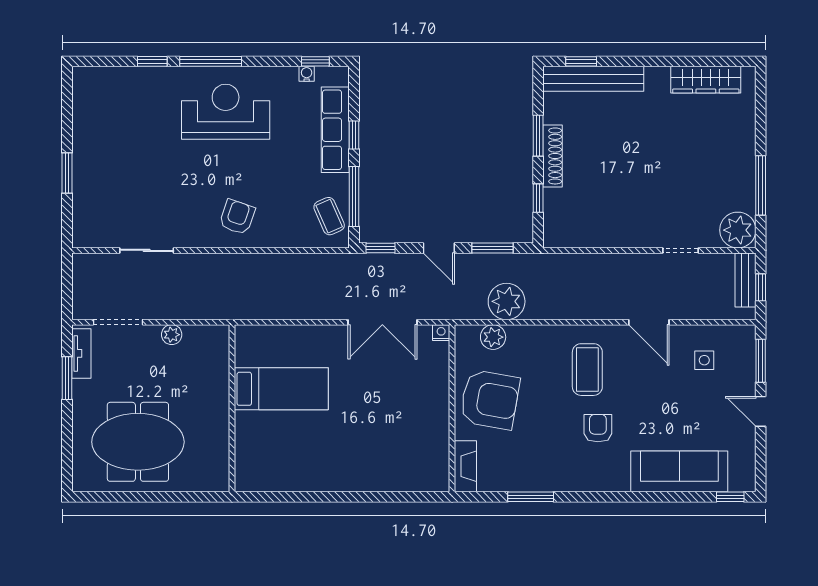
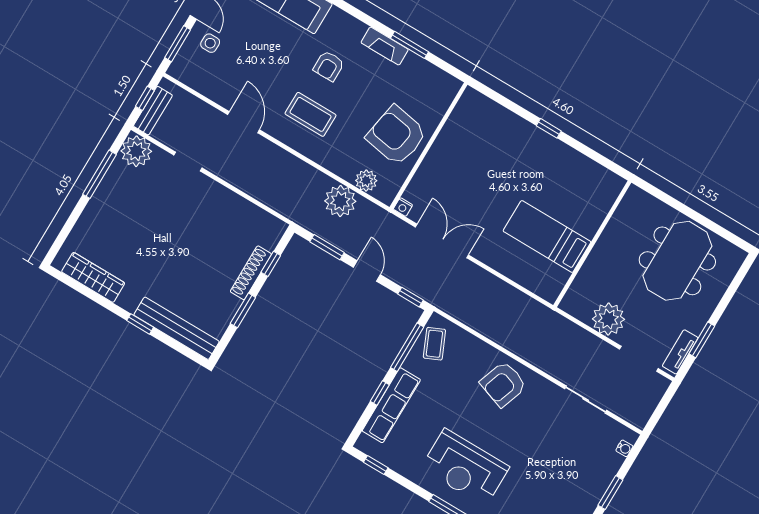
window: (581, 61) -> (140, 324), moved
water cooler: (307, 74) -> (624, 448), moved, turned -90
shoe rack: (553, 156) -> (251, 273), moved
armchair: (237, 217) -> (503, 384), width x1.38, depth x1.38
plant: (172, 335) -> (608, 319), width x1.88, depth x1.88
side table: (704, 360) -> (210, 43), moved
coffee table: (587, 370) -> (311, 114), turned 90
meeting table: (138, 442) -> (677, 261), turned 90
fireplace: (465, 466) -> (385, 46), moved, turned -90
window: (344, 497) -> (549, 128), added

